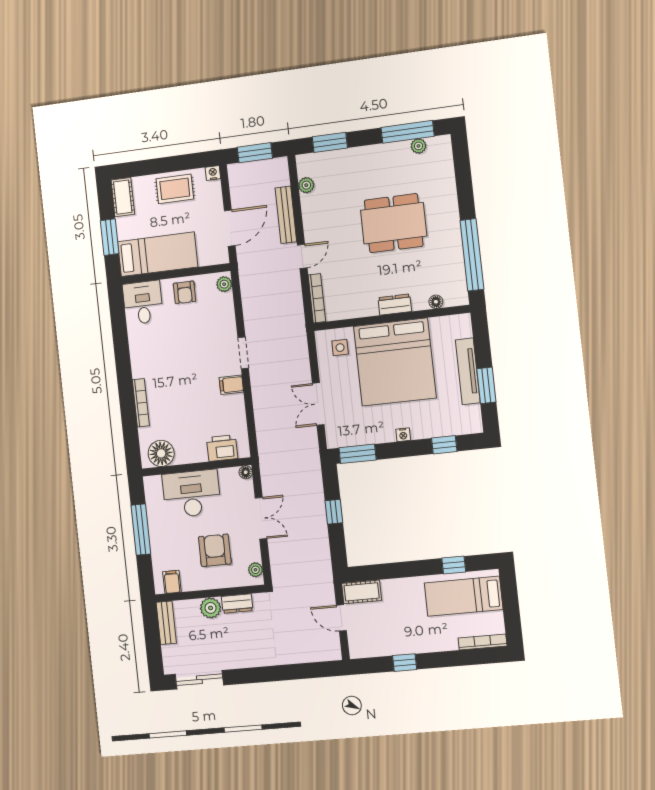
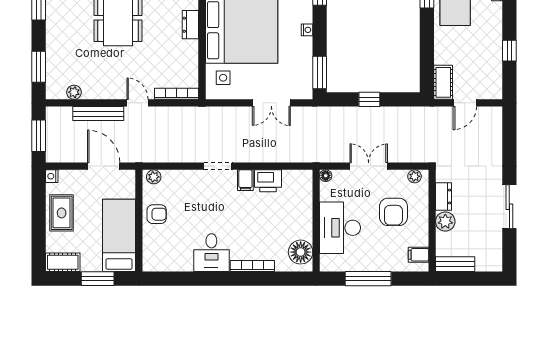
desk: (143, 303) -> (211, 253), moved, turned -90
printer: (222, 448) -> (268, 181), moved, turned -90
armchair: (215, 550) -> (393, 212), turned -90
sliding door: (199, 680) -> (509, 207), moved

